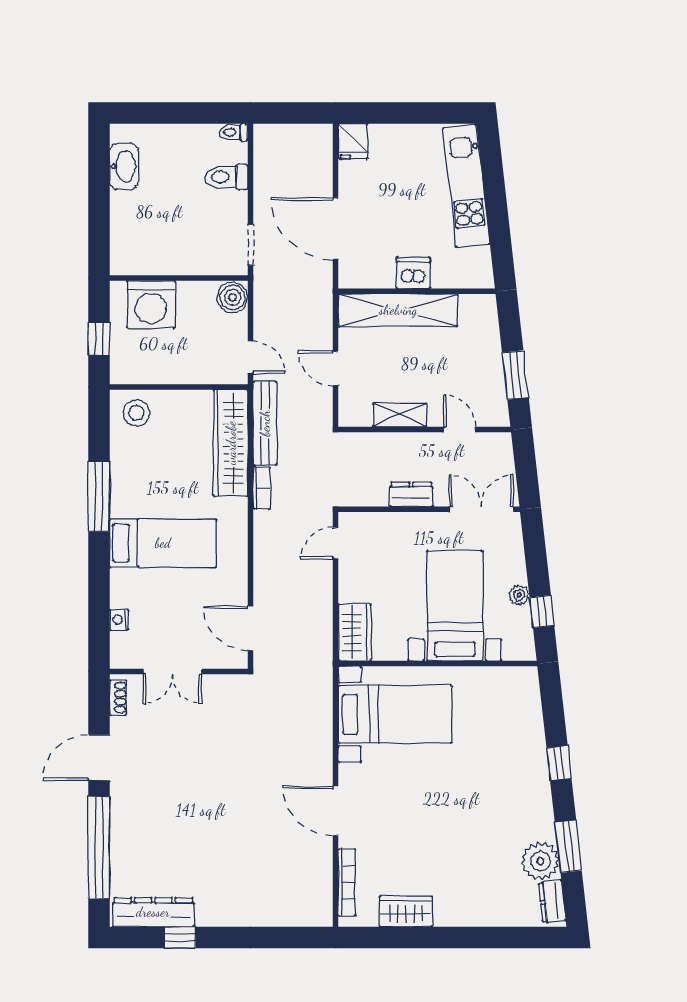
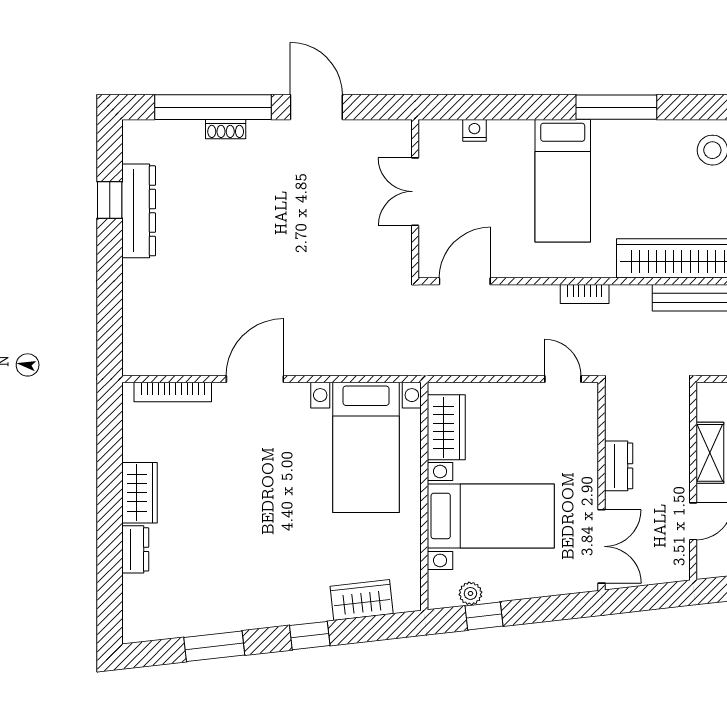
bookcase: (262, 488) -> (585, 294), moved
plant: (519, 595) -> (470, 593), moved
wardrobe: (355, 633) -> (446, 427), moved, turned -90
shoe rack: (118, 698) -> (226, 129), moved
wardrobe: (528, 718) -> (362, 600), added
plant: (540, 861) -> (197, 614), removed
dresser: (552, 901) -> (135, 549), moved, turned 96
wardrobe: (406, 911) -> (140, 493), moved
dresser: (153, 912) -> (139, 211), moved

